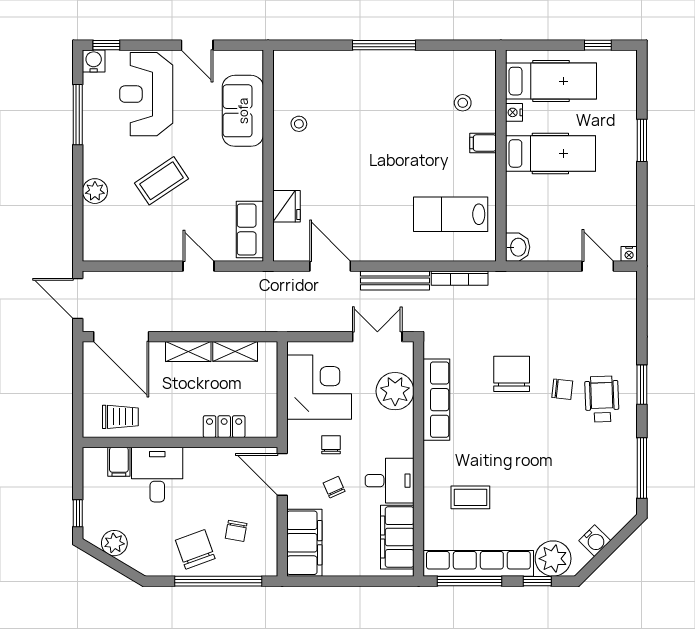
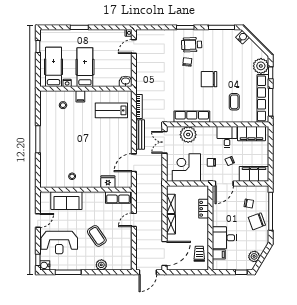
lab bench: (451, 214) -> (111, 110), turned 90
chair: (512, 374) -> (209, 79), moved
water cooler: (595, 541) -> (242, 37), moved

